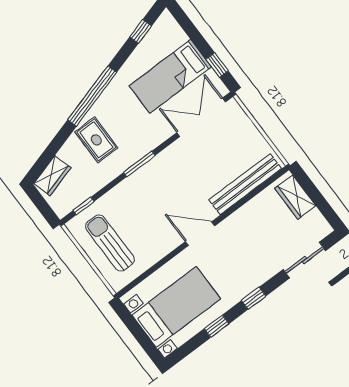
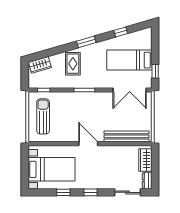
window: (141, 31) -> (121, 32), moved
window: (92, 96) -> (86, 42), width x0.47
double door: (201, 117) -> (130, 90), swing flipped
dresser: (319, 224) -> (147, 181), added

